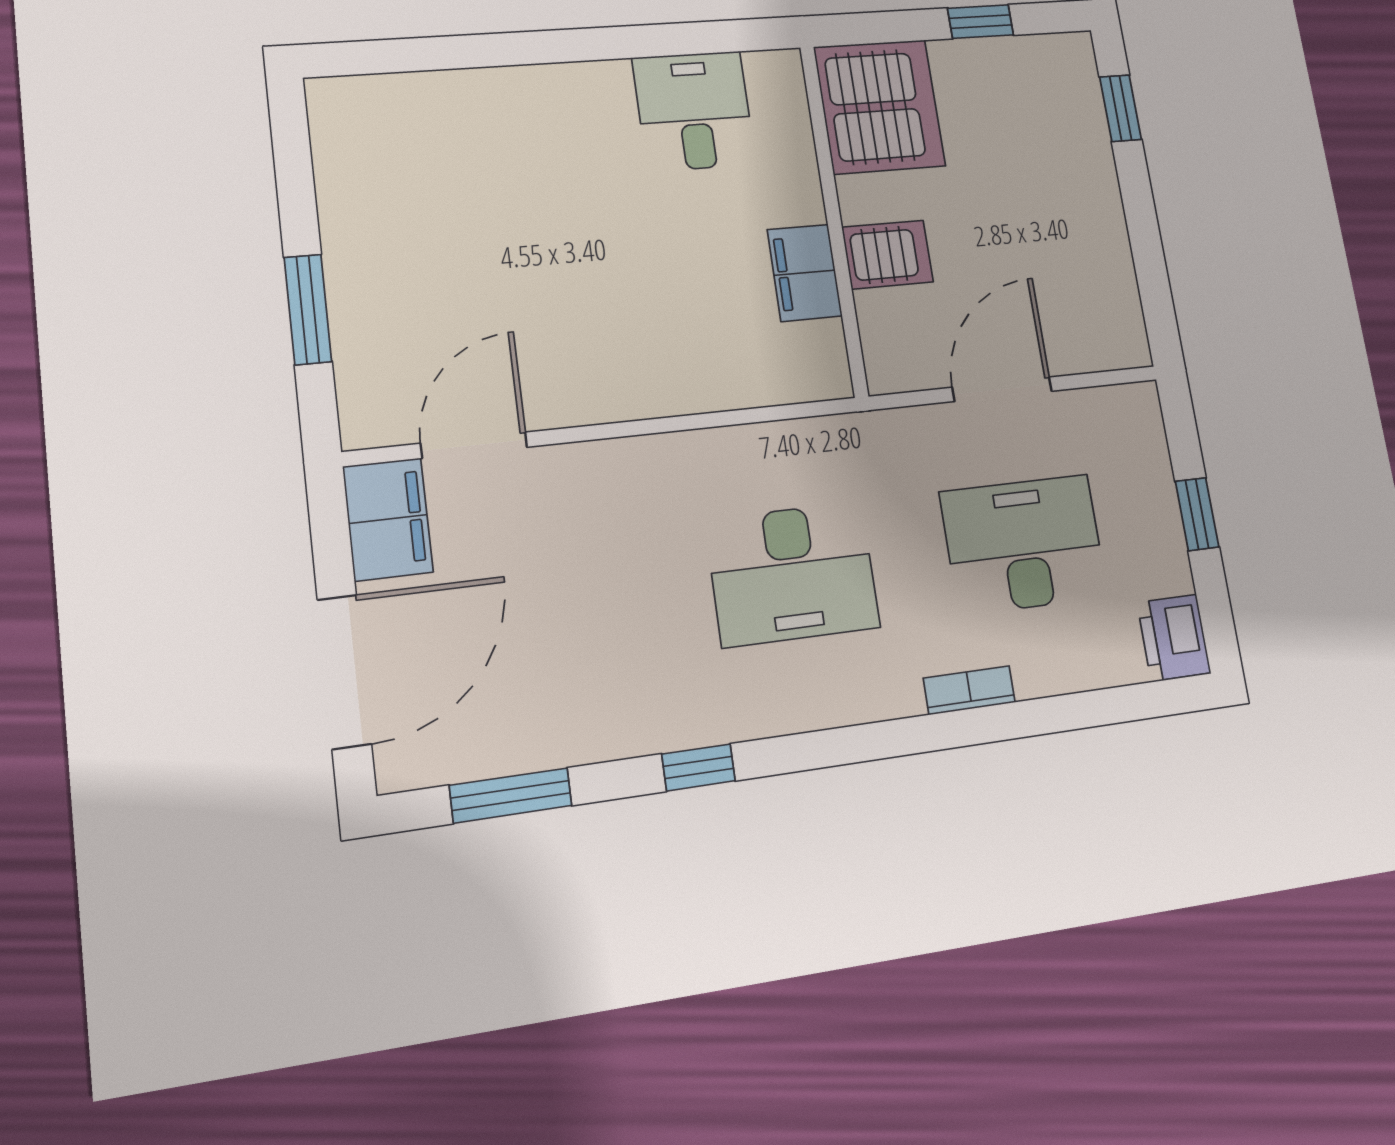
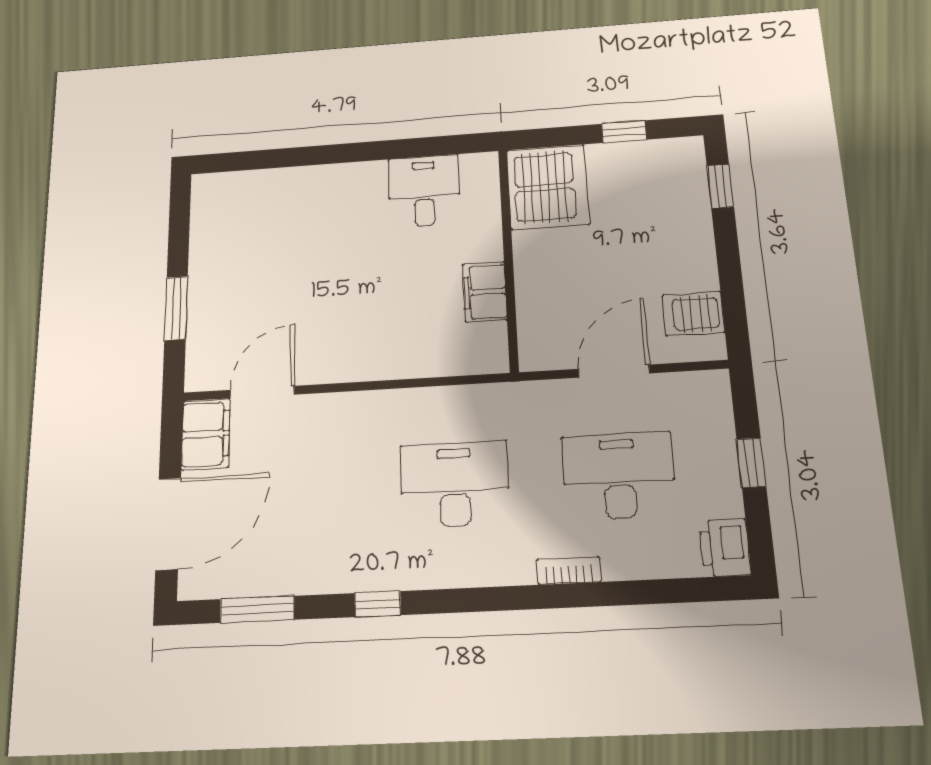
server rack: (888, 255) -> (693, 314), moved, turned 180
desk: (793, 574) -> (455, 484), turned 180

